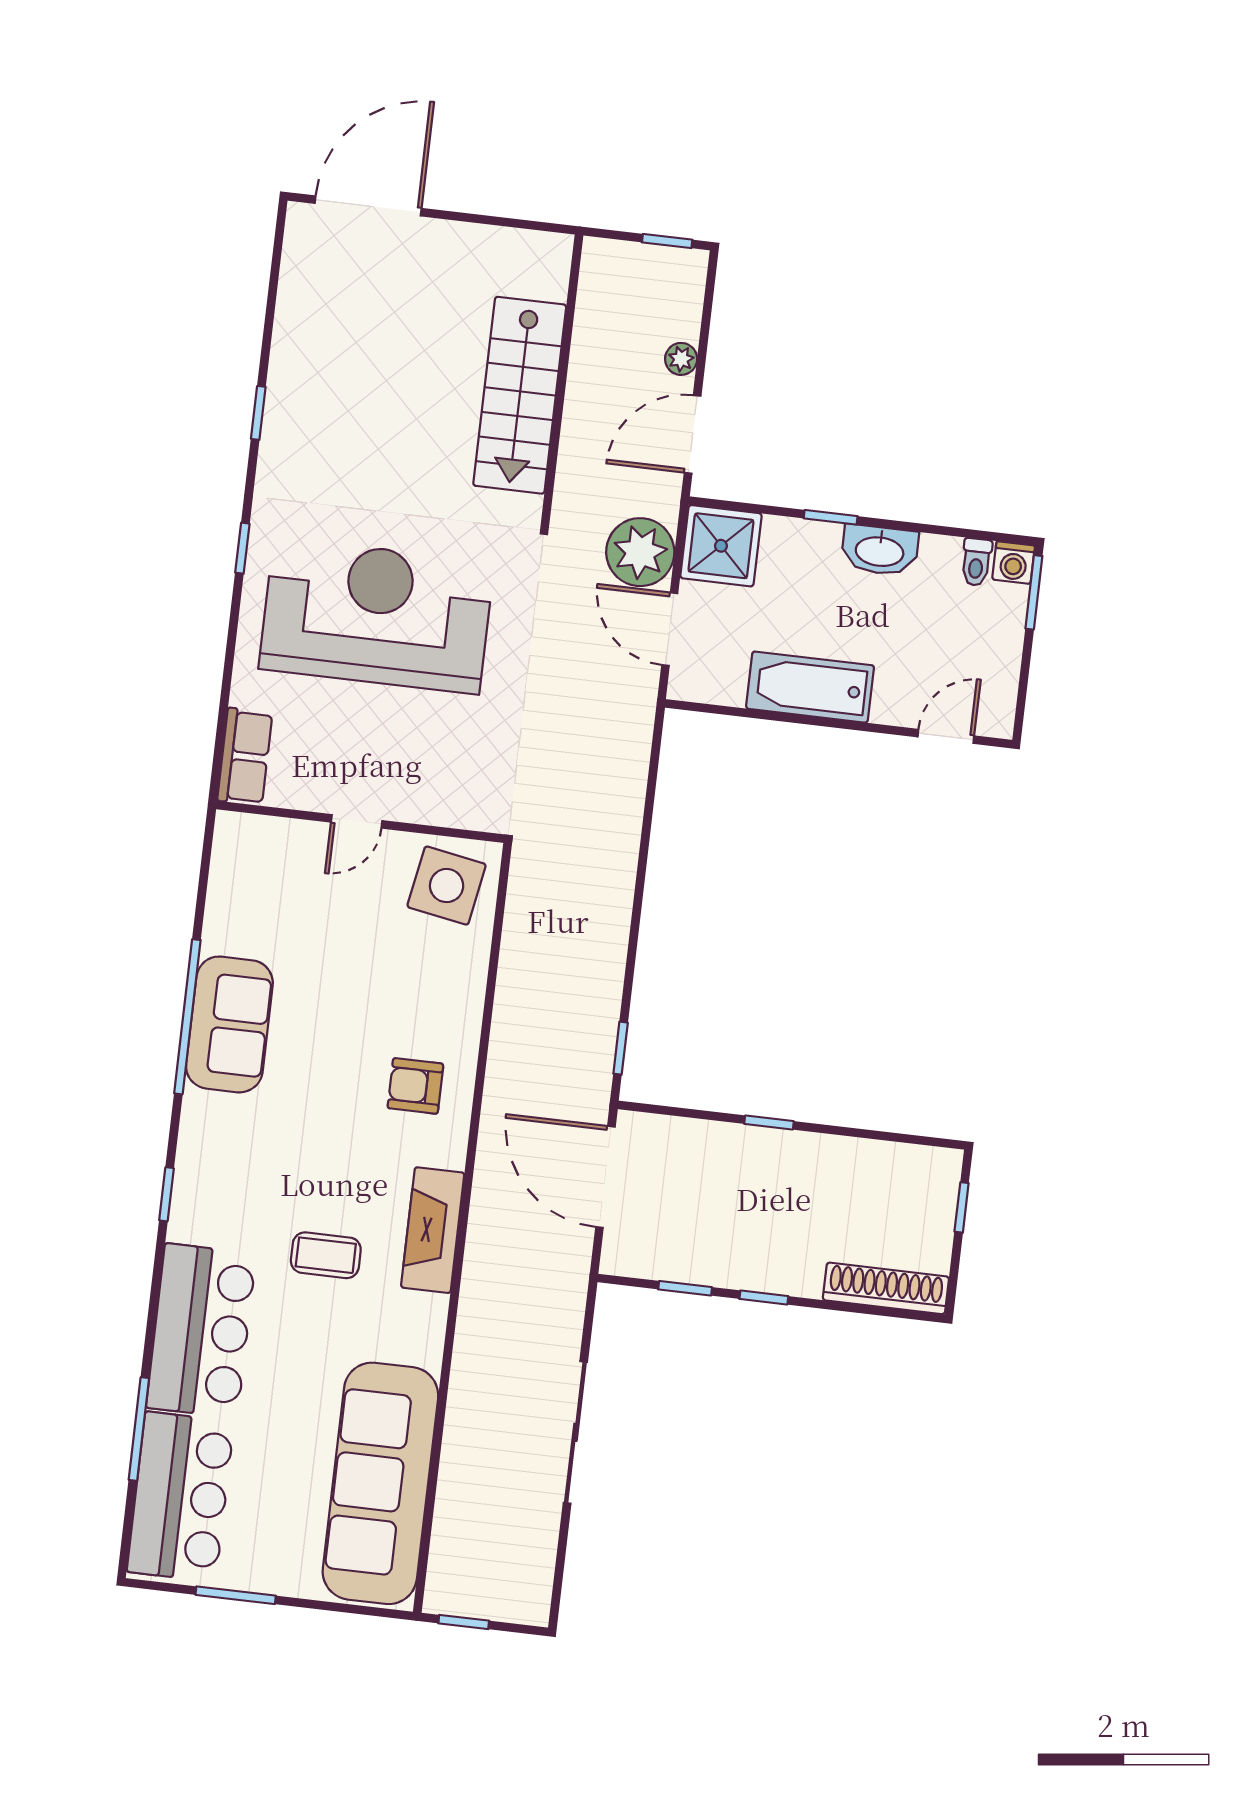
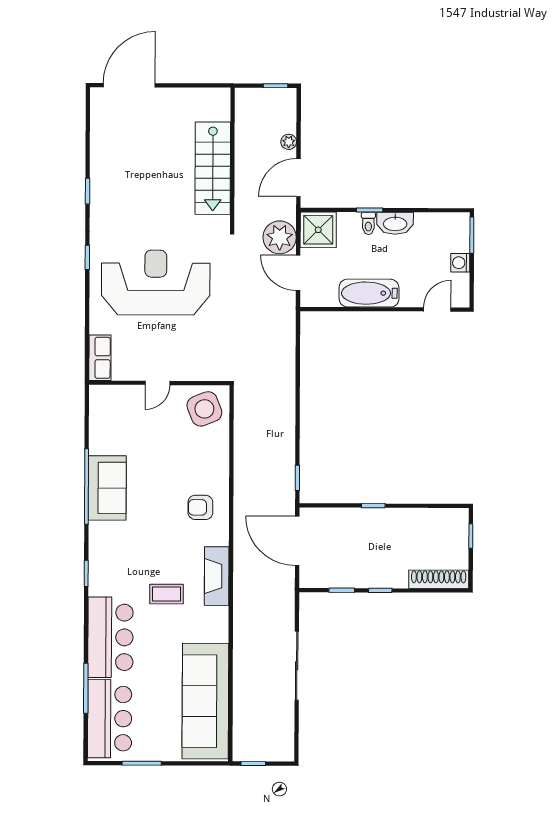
toilet: (976, 562) -> (368, 223), moved
washing machine: (1014, 563) -> (460, 263), moved, turned 90
side table: (447, 886) -> (204, 409), turned -31

